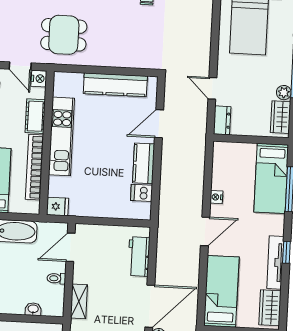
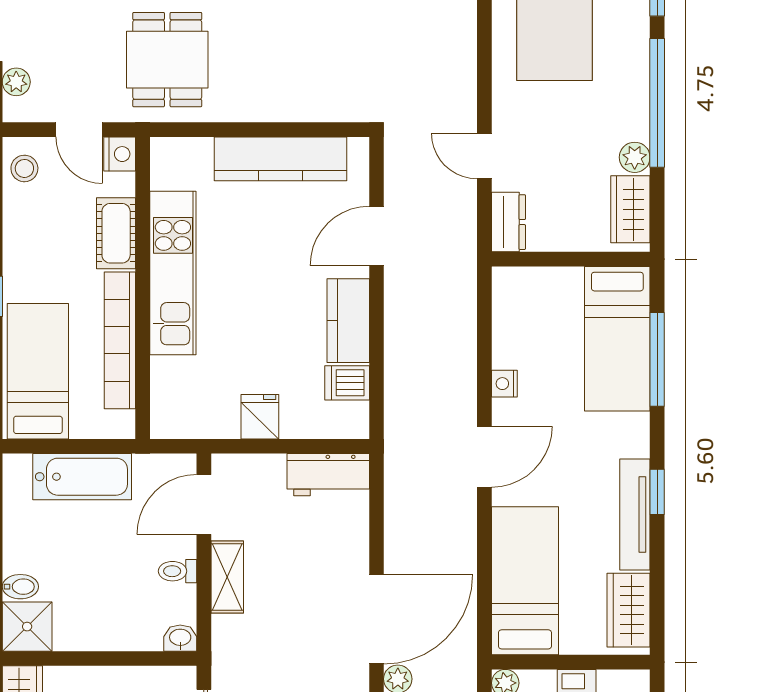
dining table: (64, 35) -> (167, 60), turned 90
fridge: (57, 206) -> (260, 417), moved, turned -90
workbench: (139, 257) -> (328, 475), moved, turned -90
shelving: (79, 301) -> (227, 577), moved
washbasin: (33, 309) -> (180, 638), moved

